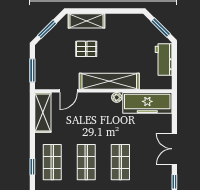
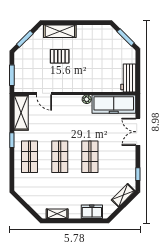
workbench: (164, 60) -> (128, 78), moved
shelving: (109, 81) -> (80, 85), removed
door: (69, 91) -> (44, 93), hinge flipped
double door: (174, 149) -> (138, 132), moved
window: (32, 167) -> (12, 140), moved

